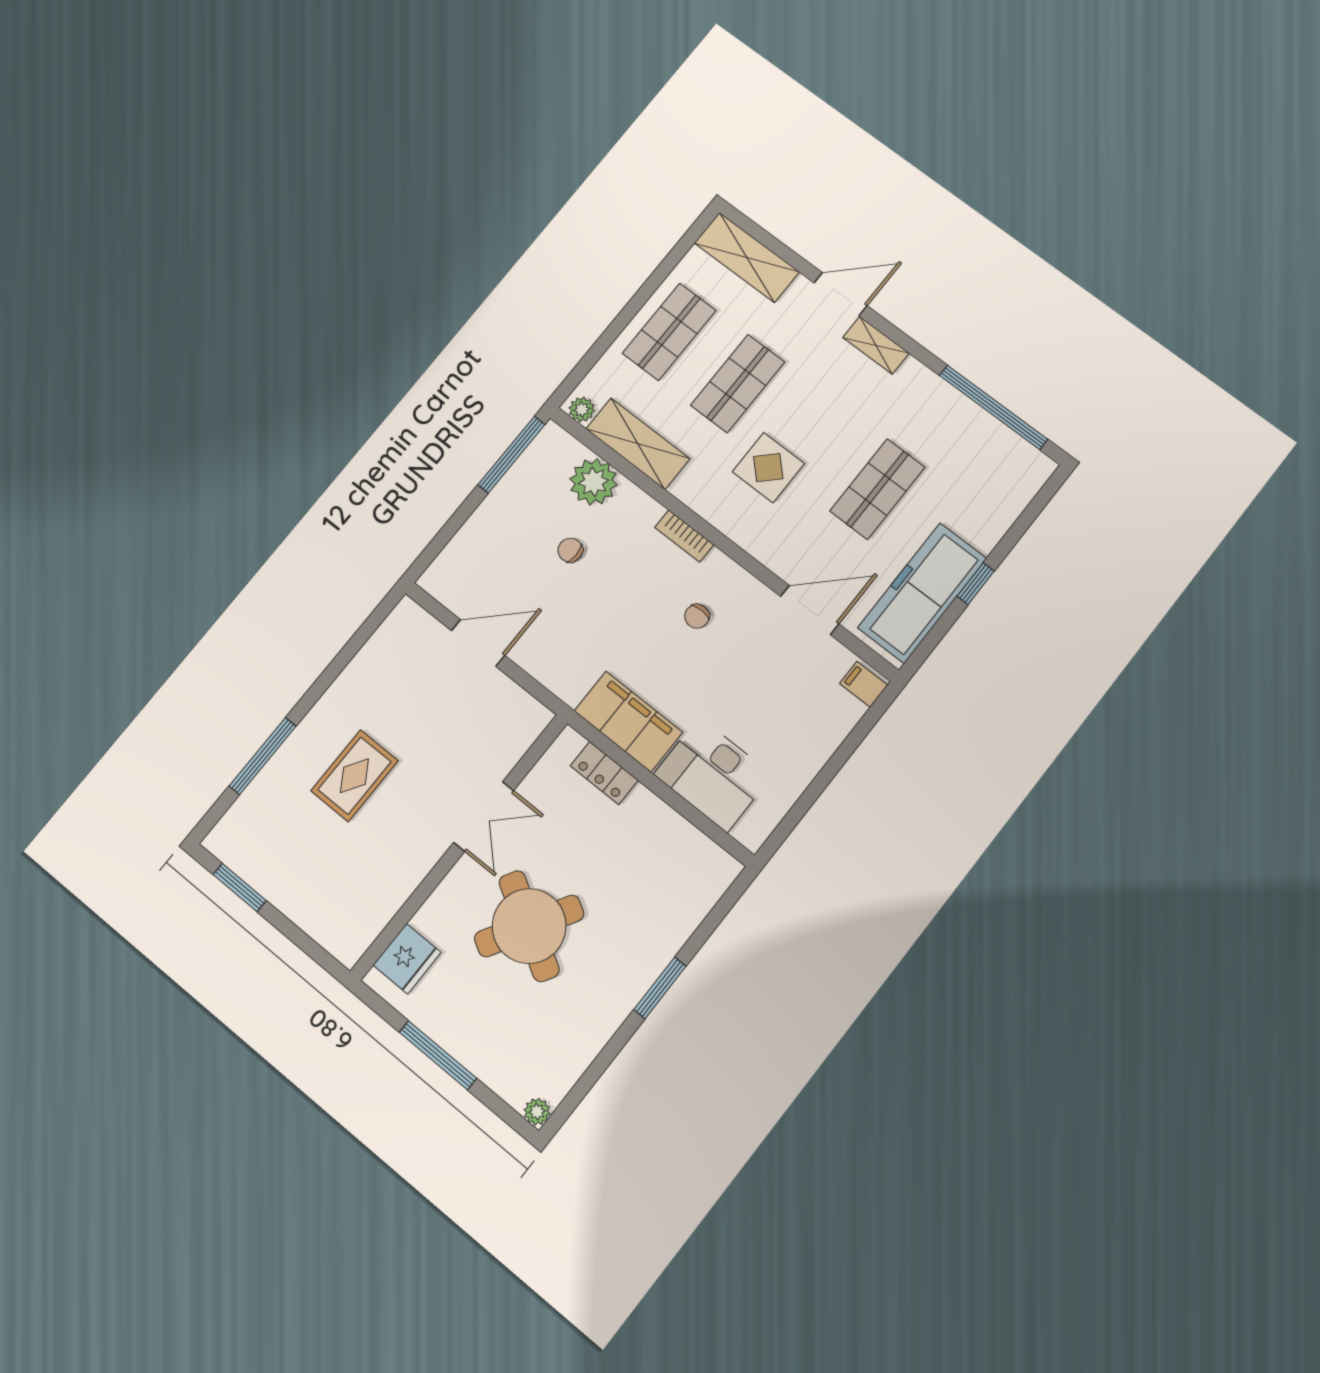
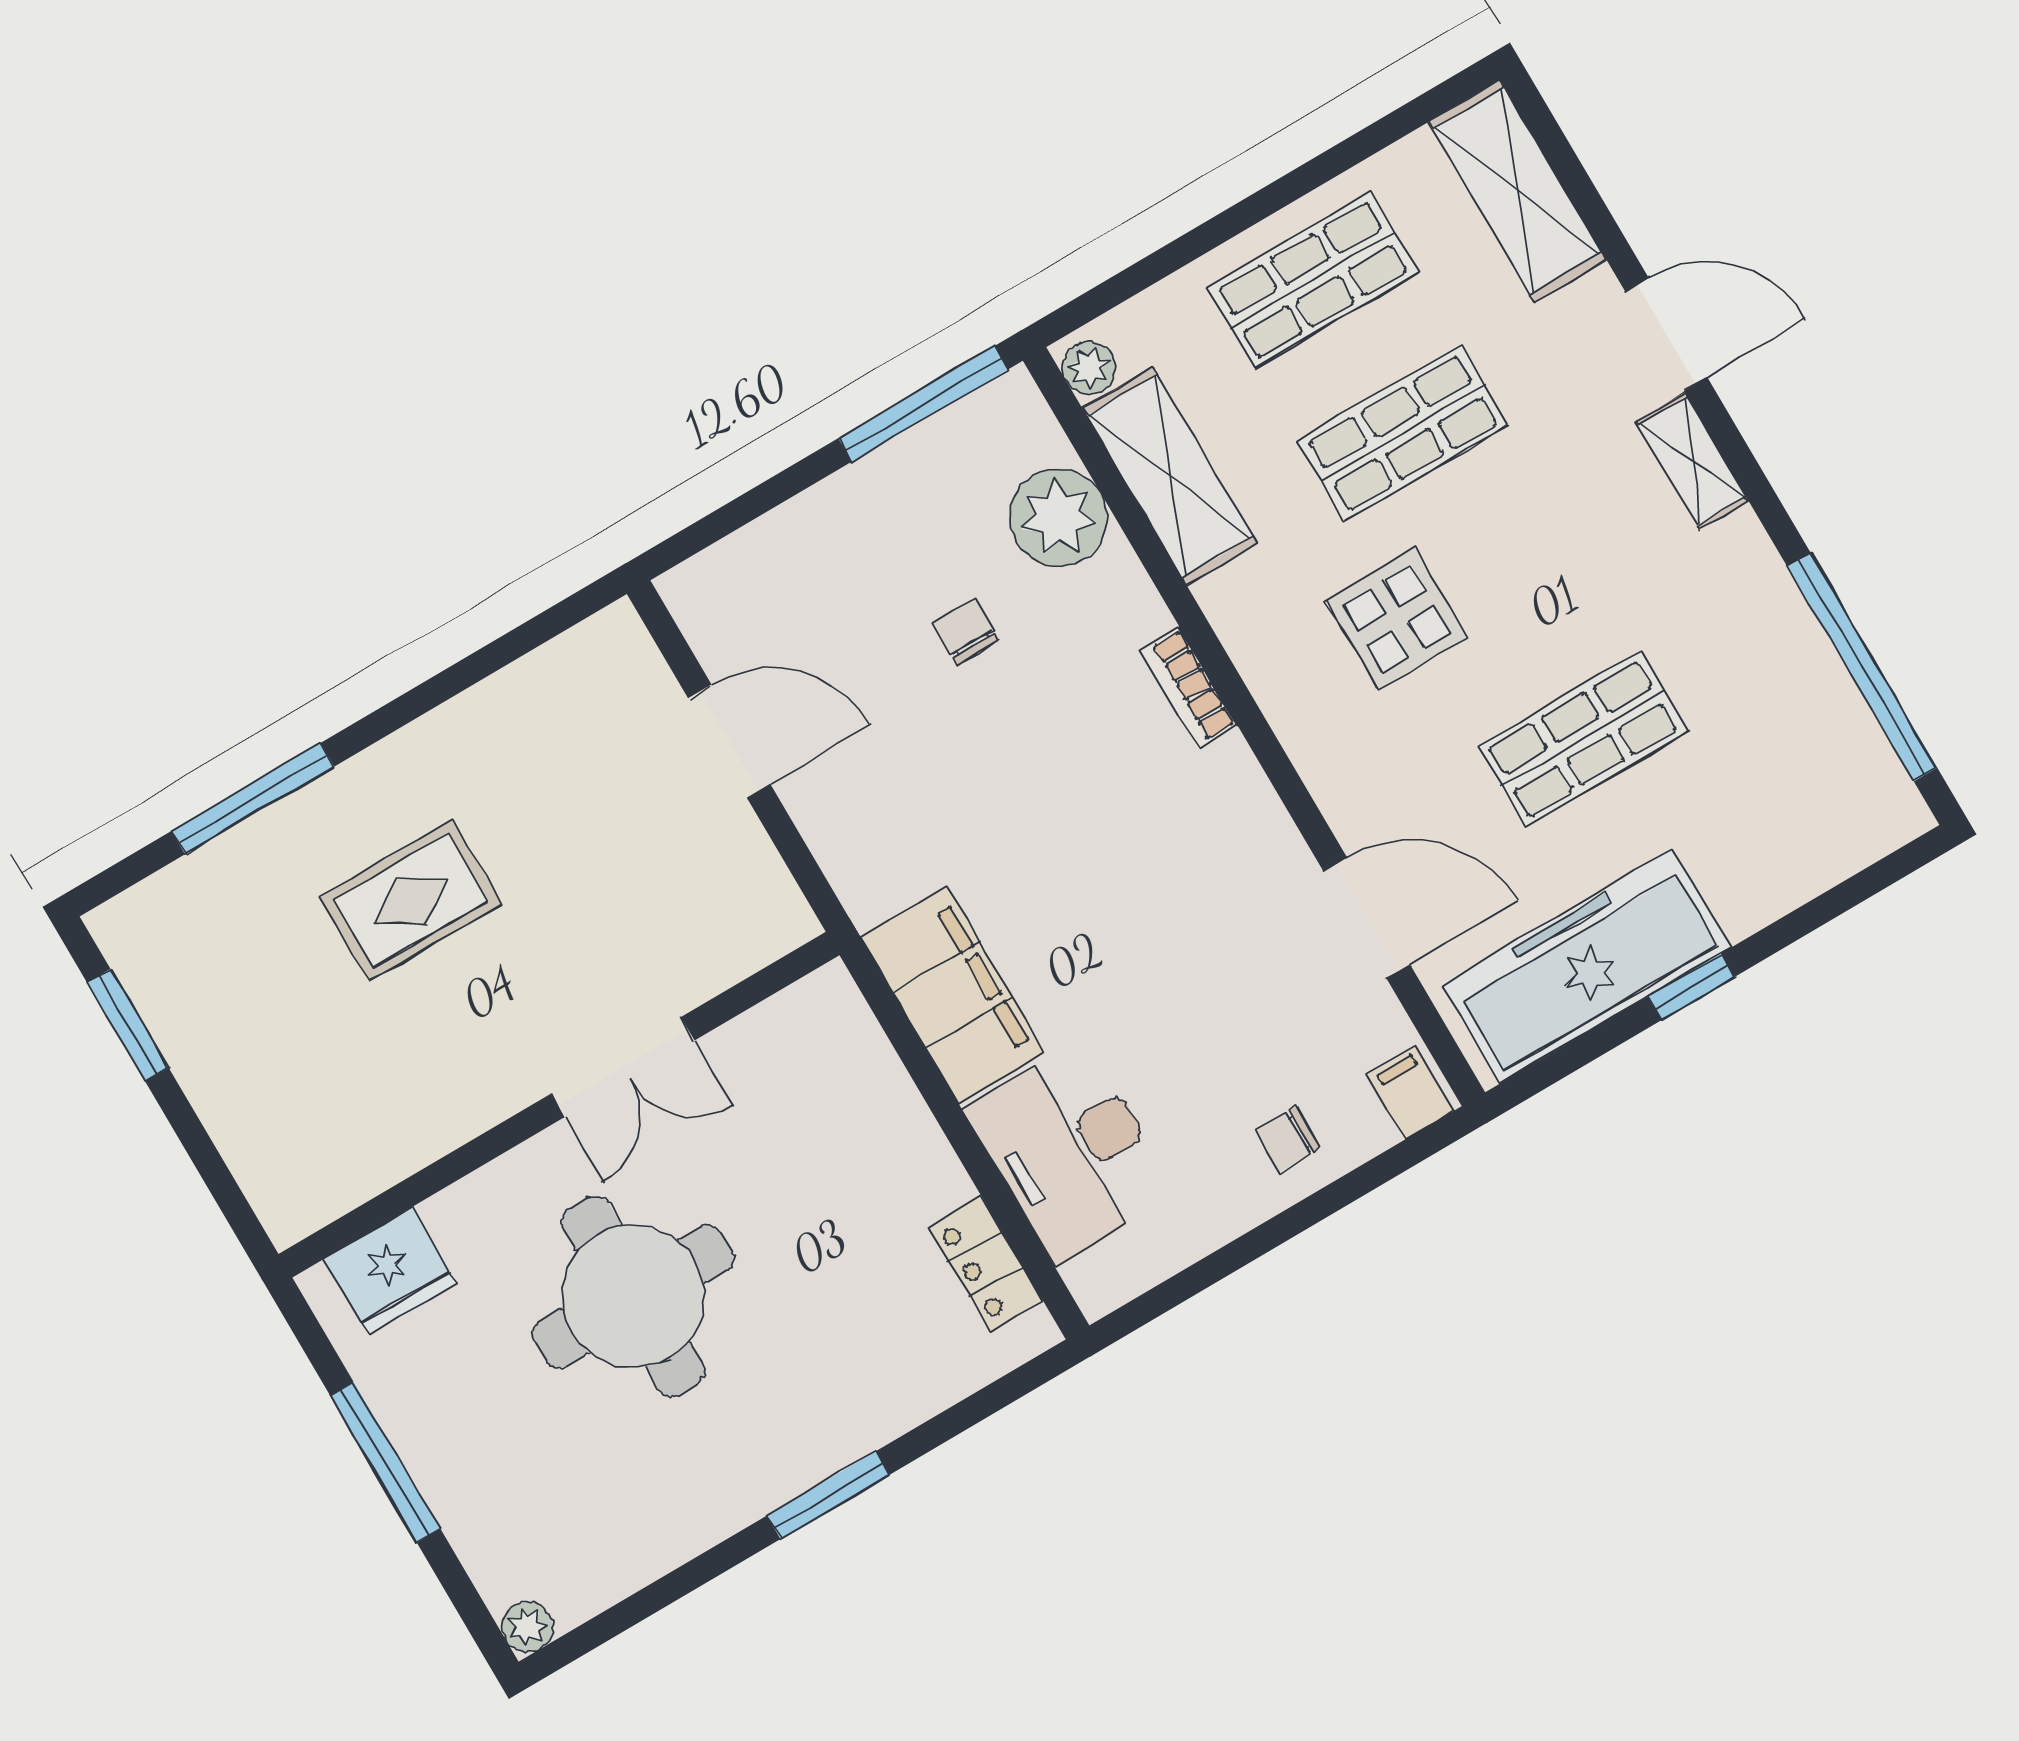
chair: (697, 616) -> (1287, 1139), moved
locker: (604, 773) -> (986, 1264), moved
round table: (529, 926) -> (633, 1296), turned -30

